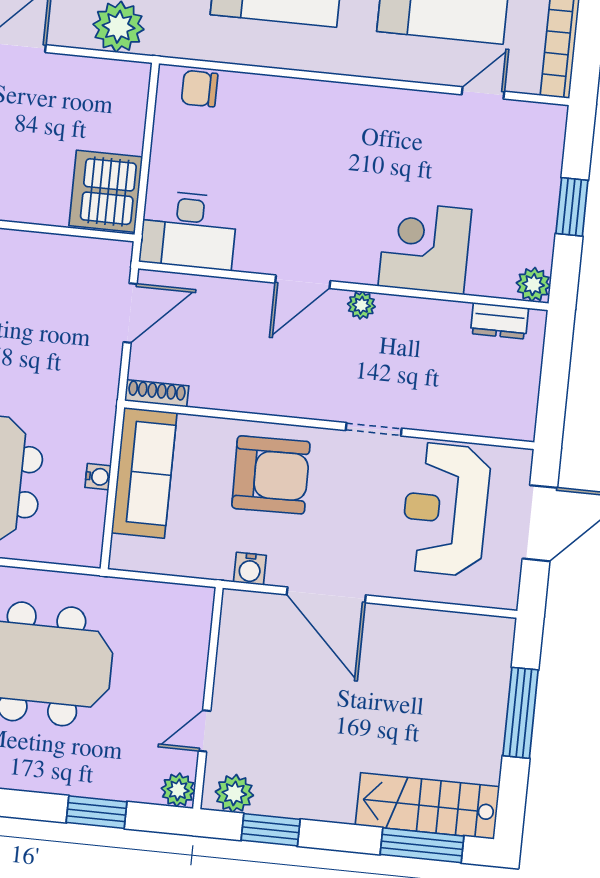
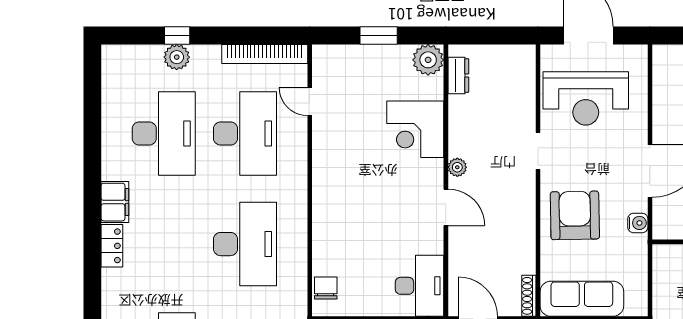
chair: (200, 89) -> (326, 288), turned 180
plant: (533, 285) -> (428, 60), width x1.36, depth x1.36

